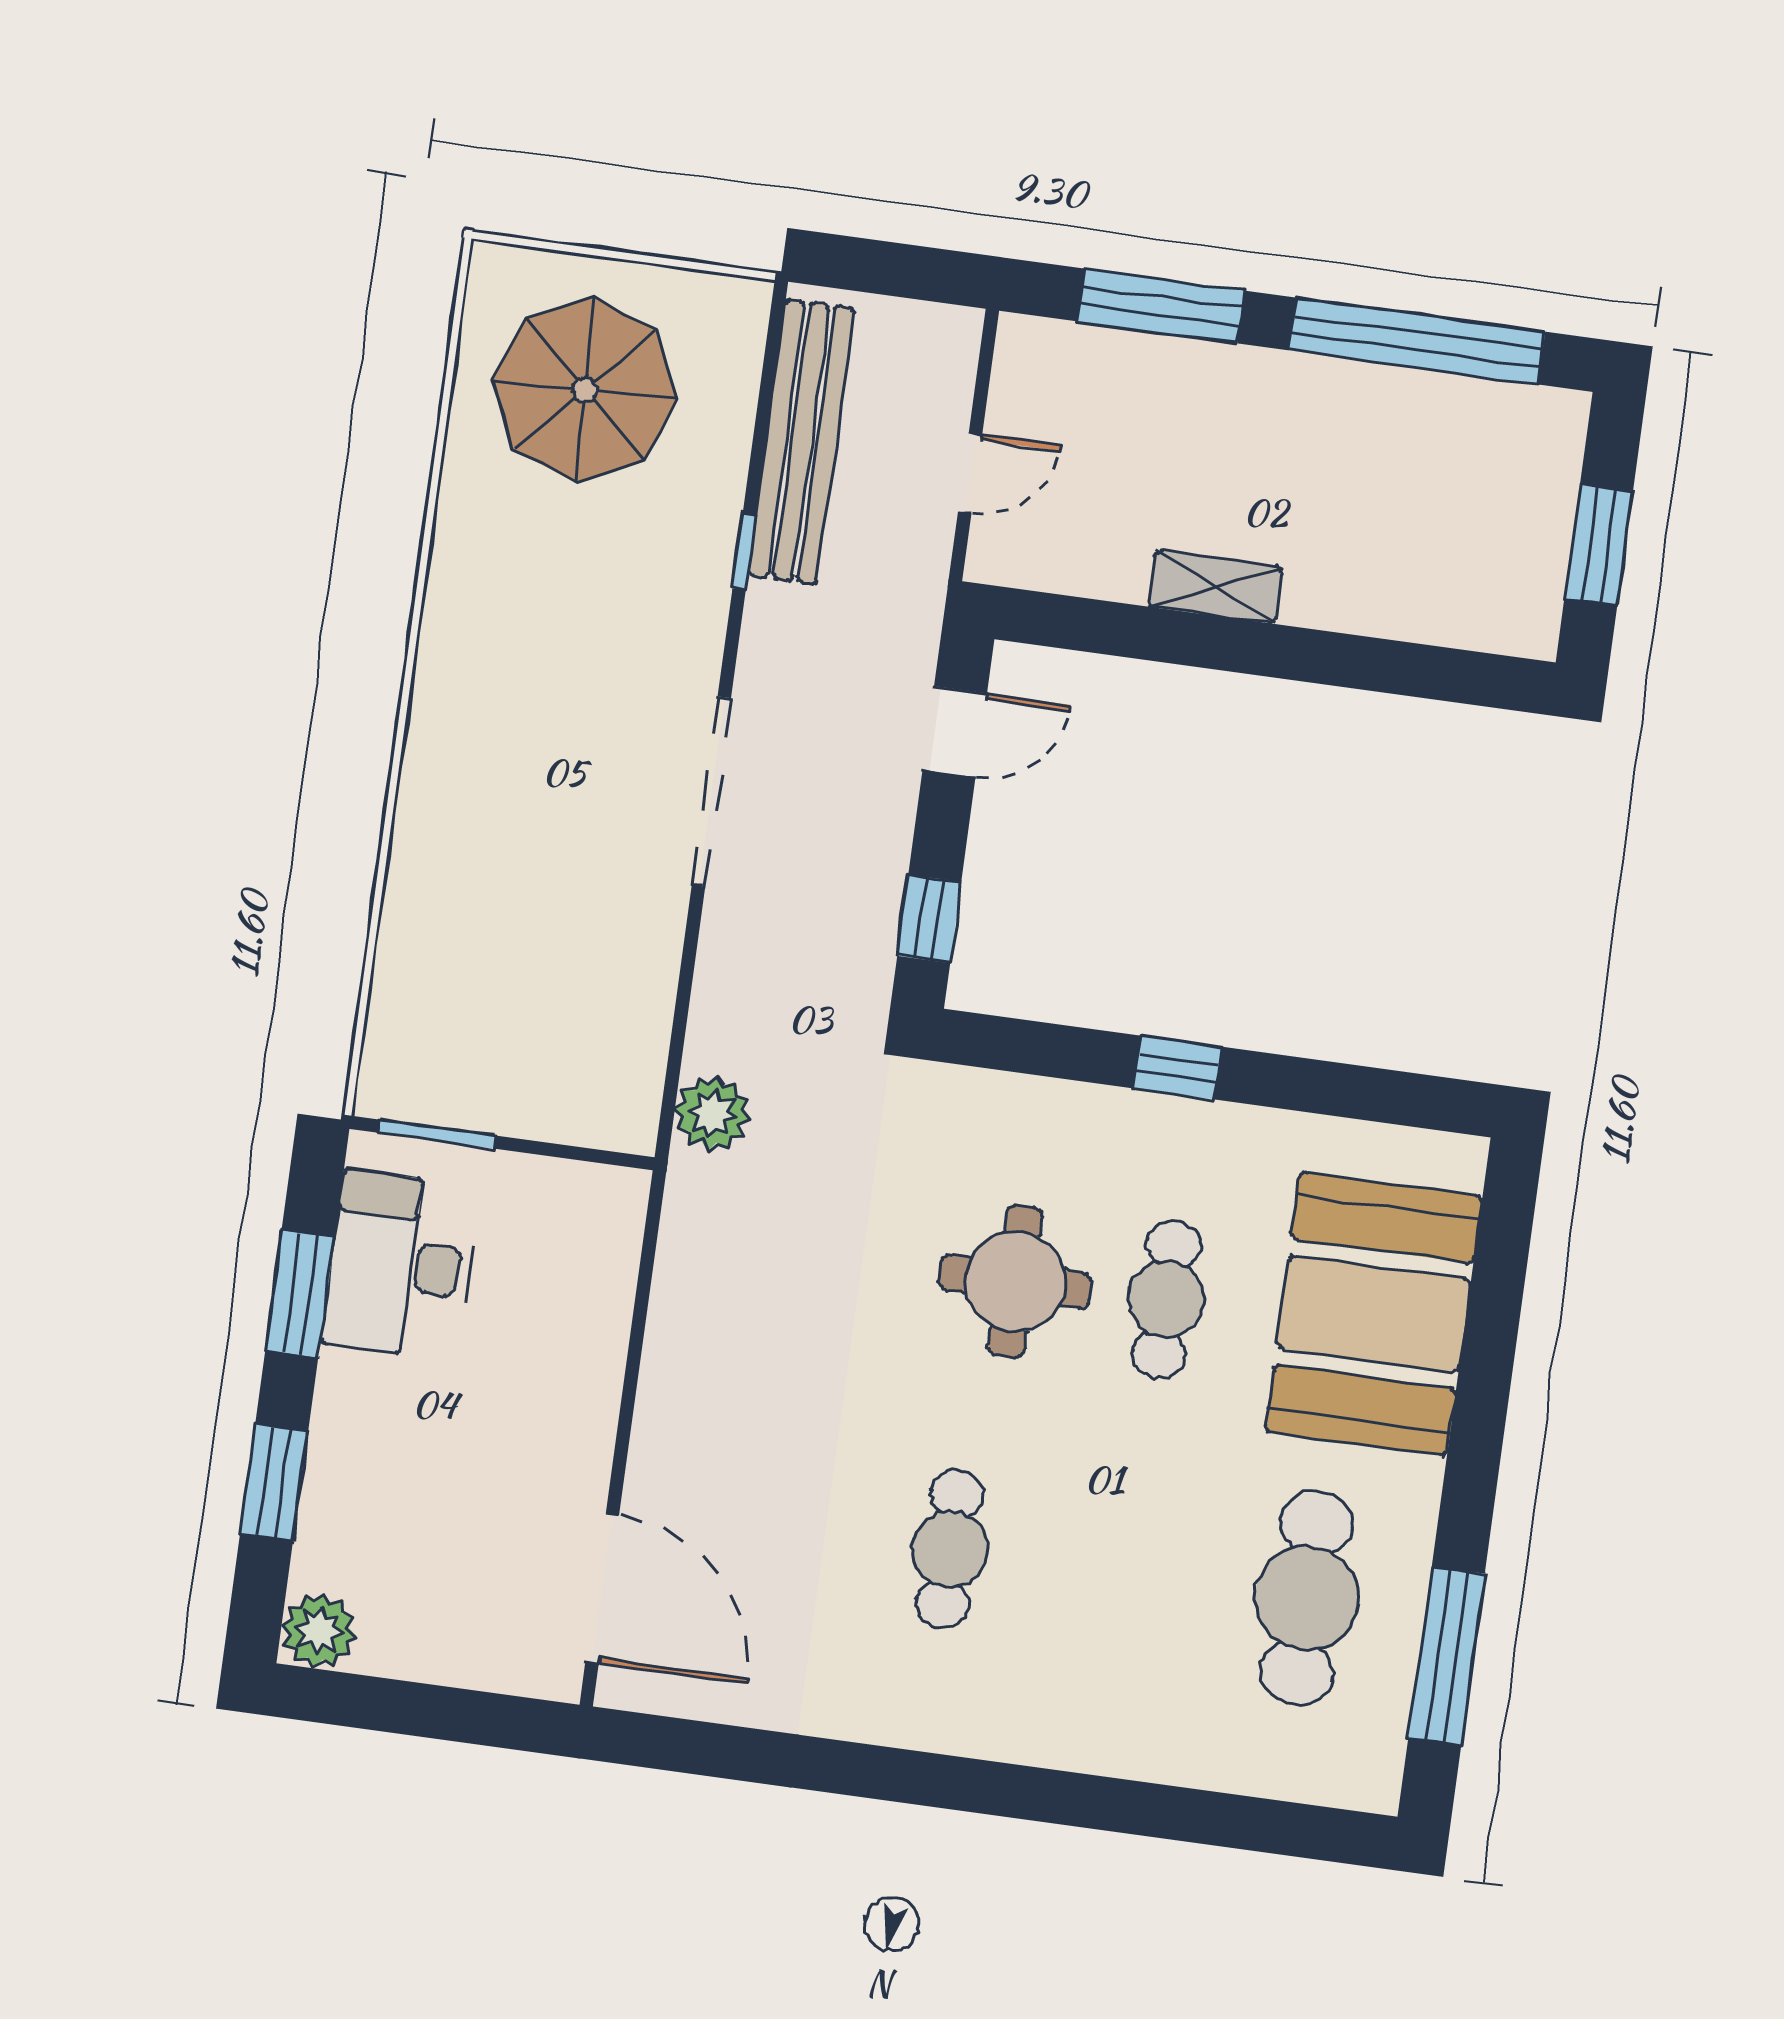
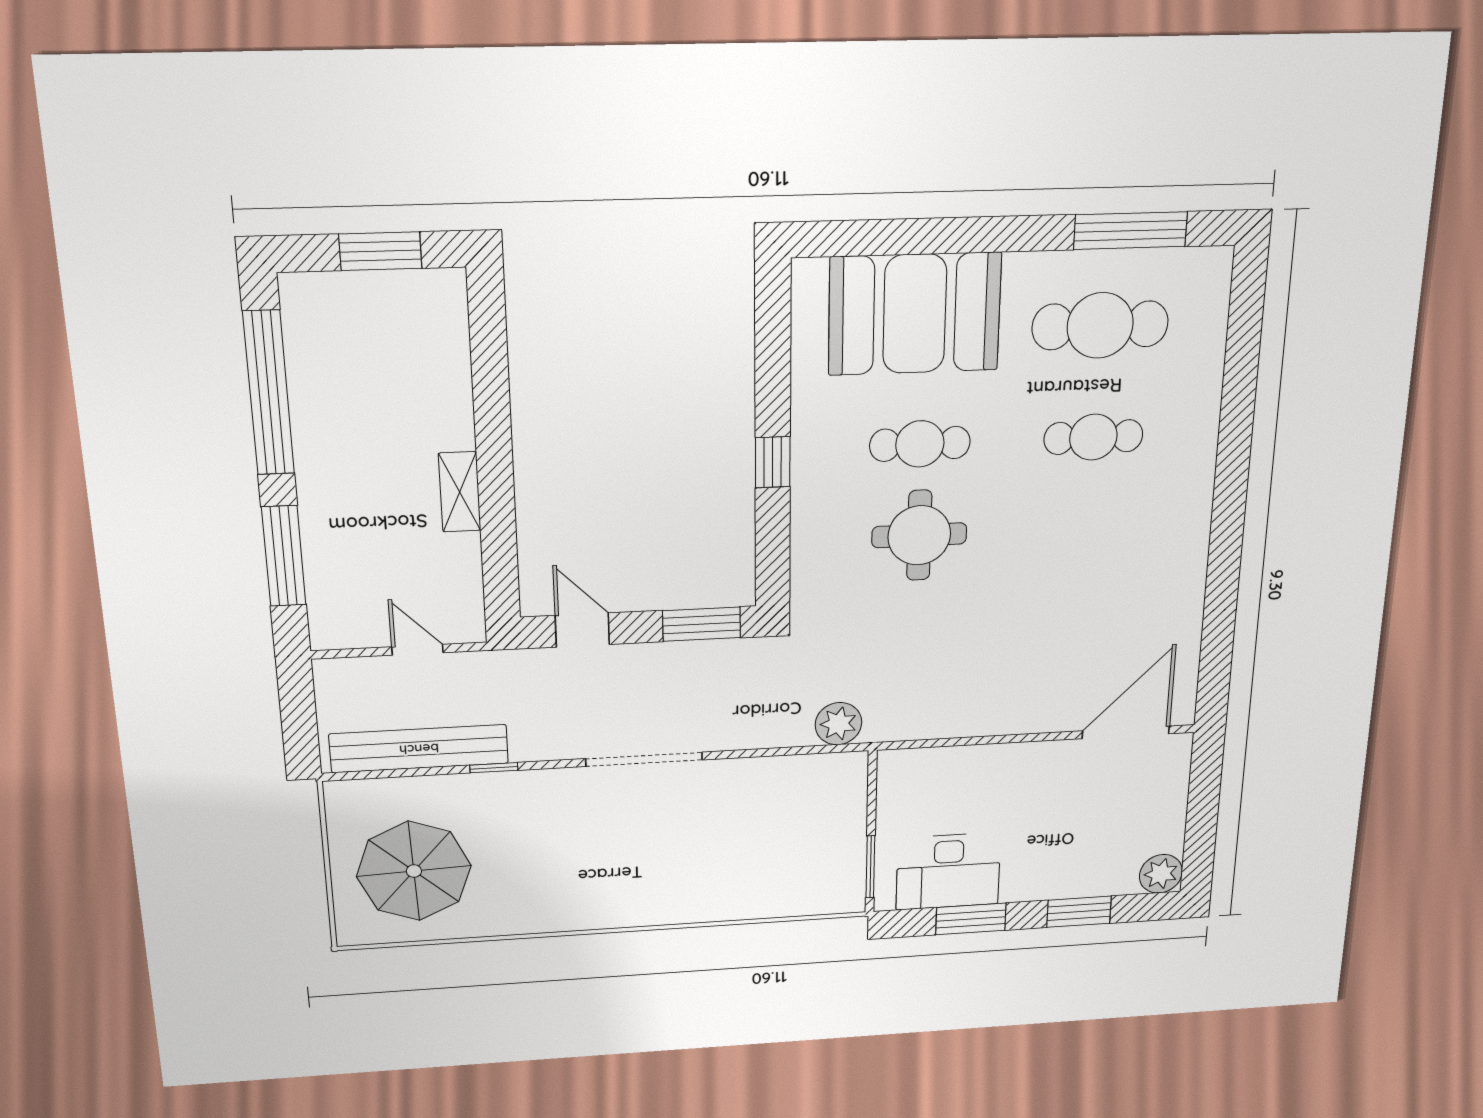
window: (929, 919) -> (702, 624), width x1.50
cafe table: (950, 1549) -> (1093, 437), moved

